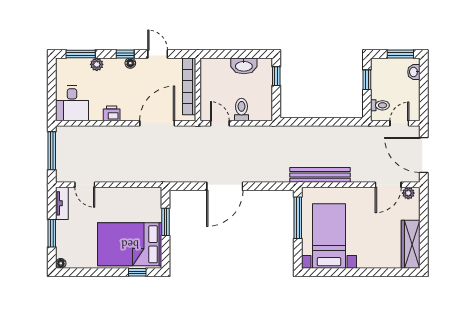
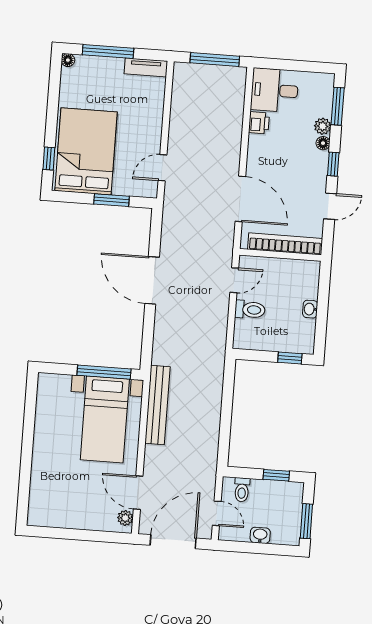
floor lamp: (130, 63) -> (323, 143), moved
washbasin: (244, 66) -> (310, 309), width x0.52, depth x0.69
washbasin: (414, 72) -> (260, 535), moved
printer: (112, 113) -> (259, 123), moved
door: (85, 185) -> (162, 168), moved
window: (52, 233) -> (108, 51), width x1.44
bed with nightstands: (329, 236) -> (105, 419), moved, turned 90
wardrobe: (411, 244) -> (58, 516), removed

